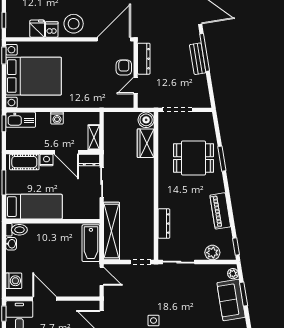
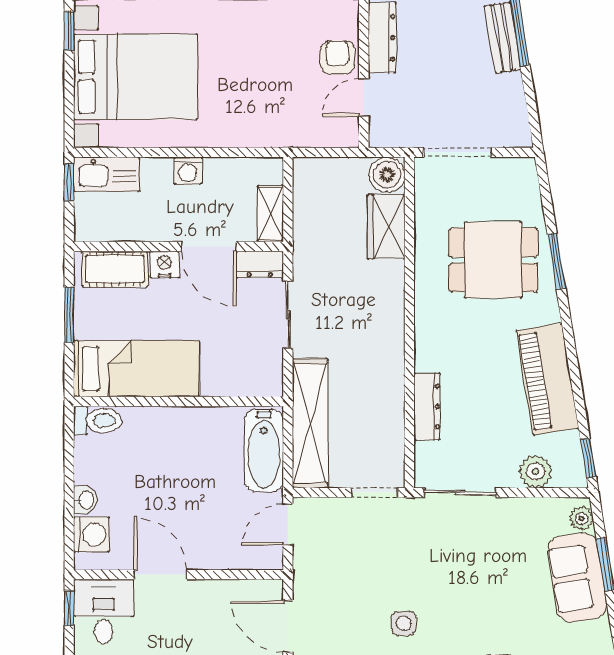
piano: (220, 211) -> (548, 379), width x1.37, depth x1.33
washbasin: (11, 244) -> (85, 500), moved
door: (102, 276) -> (288, 524), swing flipped

